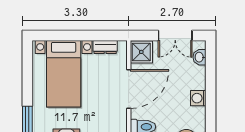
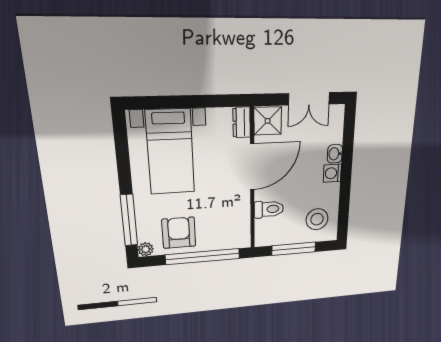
dresser: (105, 47) -> (242, 122), moved, turned 90
washbasin: (200, 57) -> (335, 154), moved

